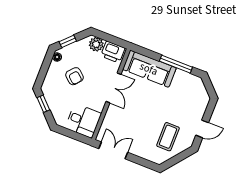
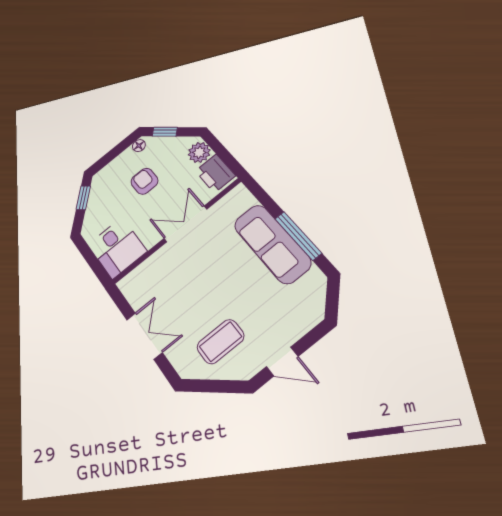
sofa: (149, 69) -> (272, 244), moved
armchair: (74, 76) -> (144, 181), turned 139
double door: (113, 88) -> (185, 224), swing flipped
double door: (113, 150) -> (144, 336), moved

